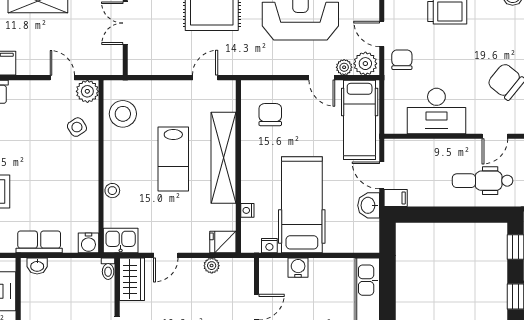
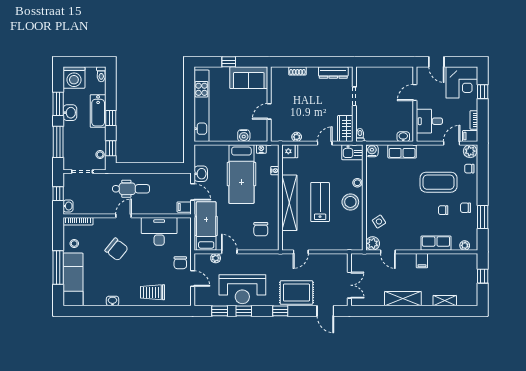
plant: (365, 64) -> (203, 260), removed
stool: (123, 114) -> (350, 202), moved
filing cabinet: (396, 198) -> (184, 207), moved

